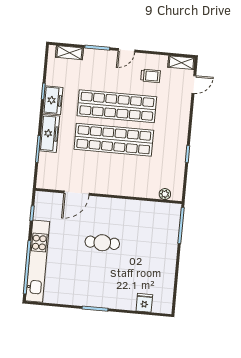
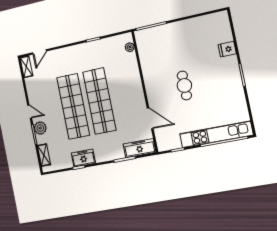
plant: (103, 58) -> (40, 128), added
trolley: (150, 76) -> (43, 87), removed
door: (194, 84) -> (40, 52), swing flipped
freezer: (49, 133) -> (139, 148), moved
fridge: (144, 303) -> (227, 49), moved

